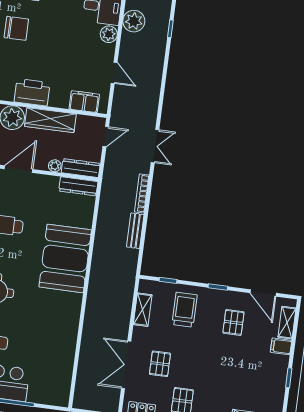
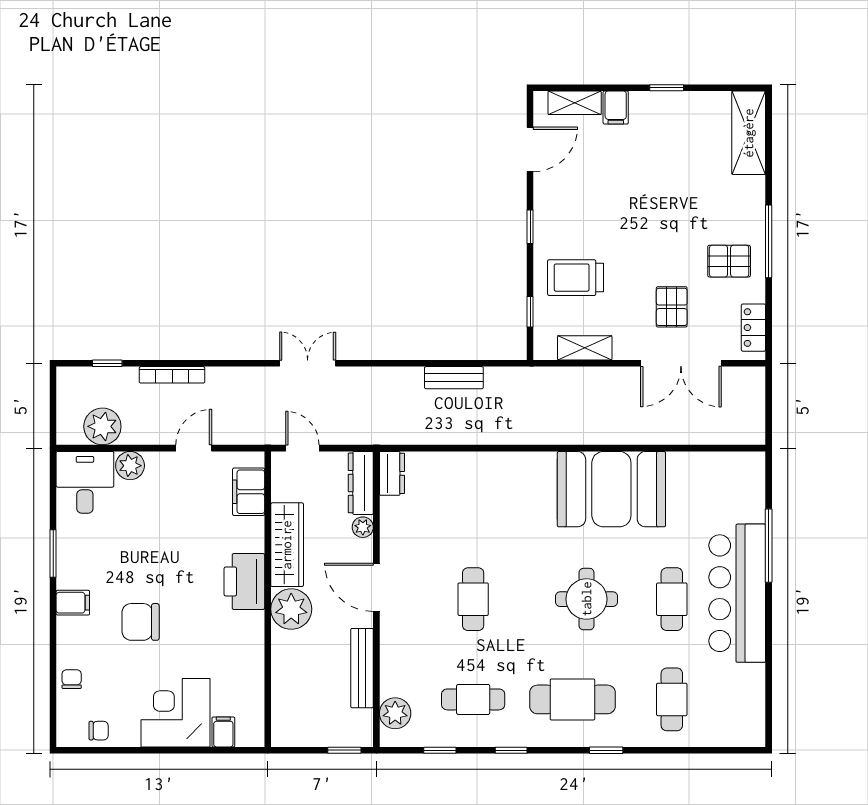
chair: (16, 28) -> (141, 622), turned -90
dresser: (78, 186) -> (392, 473), width x0.70
bookcase: (142, 193) -> (172, 375), moved
booth: (65, 258) -> (611, 489), moved
pallet: (233, 322) -> (586, 193), removed
pallet: (160, 364) -> (672, 307), turned 90

